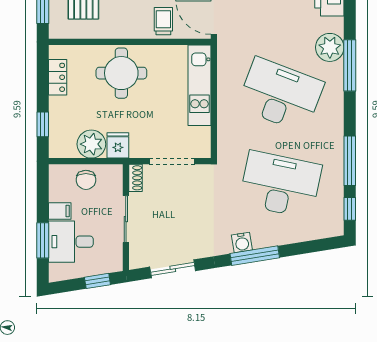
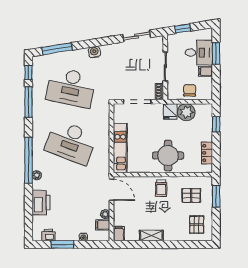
trolley: (163, 21) -> (161, 188), moved
plant: (330, 47) -> (37, 175), width x0.53, depth x0.53
window: (350, 65) -> (28, 160), width x1.46
window: (255, 256) -> (57, 49), moved

